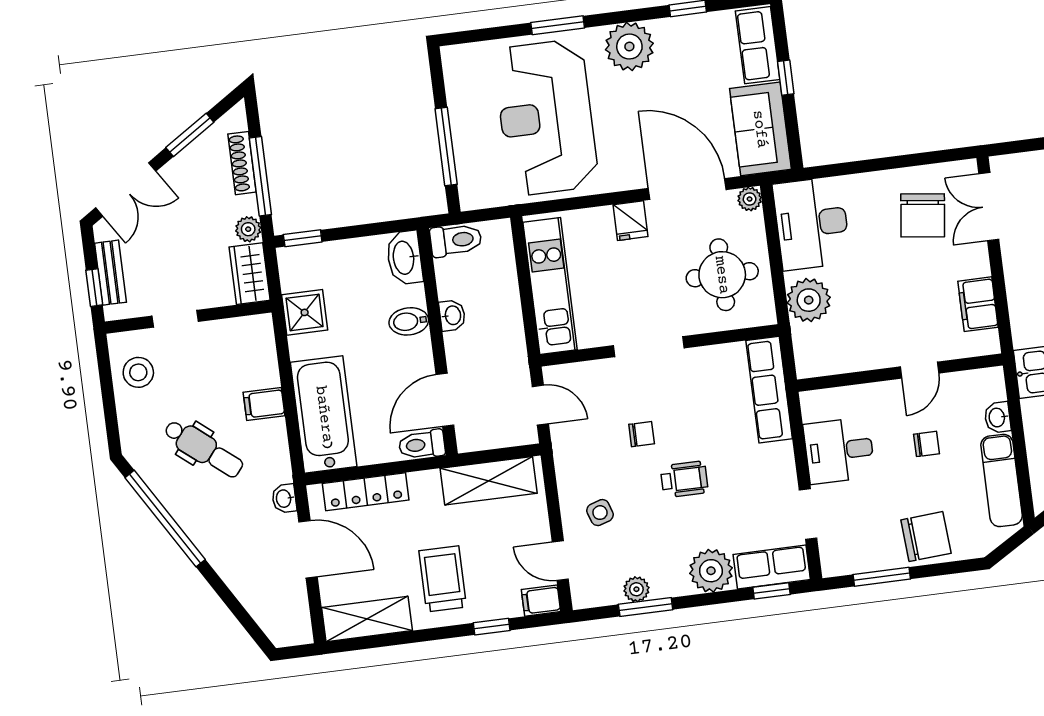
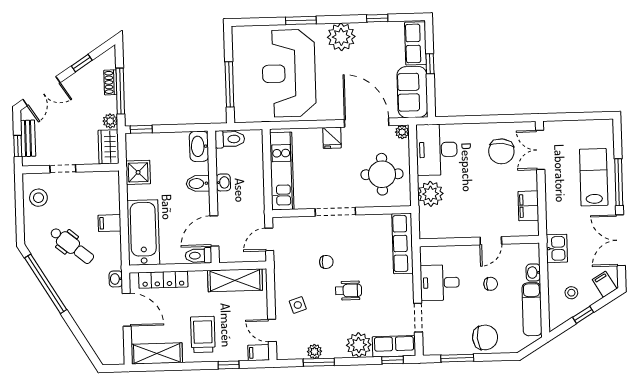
window: (190, 135) -> (82, 63), width x0.67
shoe rack: (242, 163) -> (110, 82), width x0.70
door: (540, 405) -> (269, 239), swing flipped

